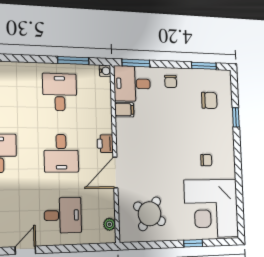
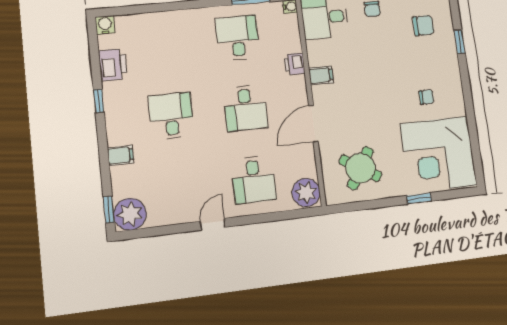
filing cabinet: (124, 110) -> (321, 75), moved
printer: (105, 144) -> (294, 64), moved
desk: (63, 215) -> (254, 180), turned 90
plant: (109, 224) -> (306, 192), width x1.87, depth x1.87

